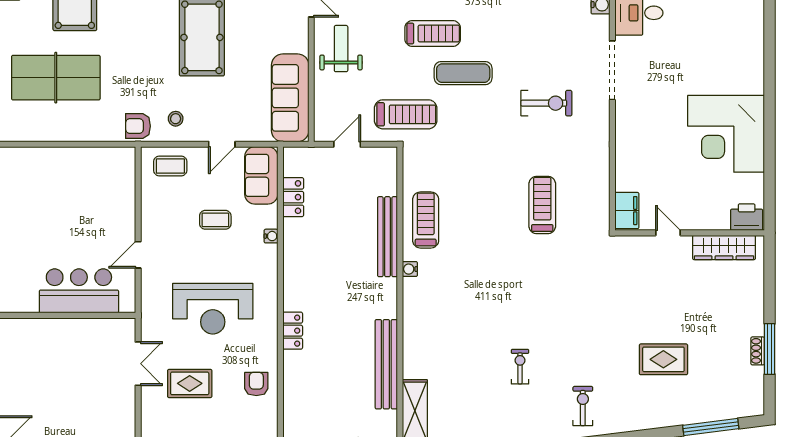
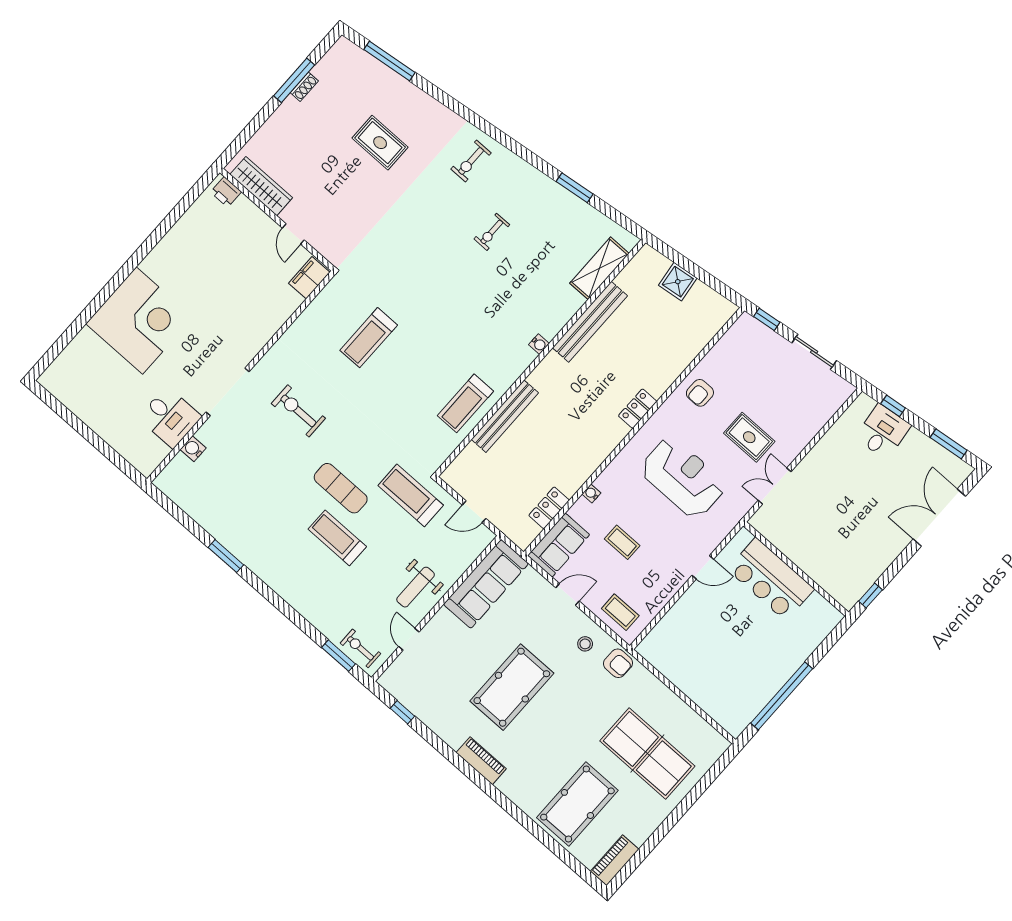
corner desk: (726, 134) -> (139, 321), moved
printer: (747, 217) -> (226, 192), width x0.73, depth x0.81
water cooler: (410, 269) -> (539, 344), moved

